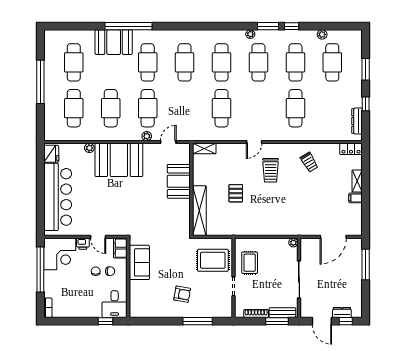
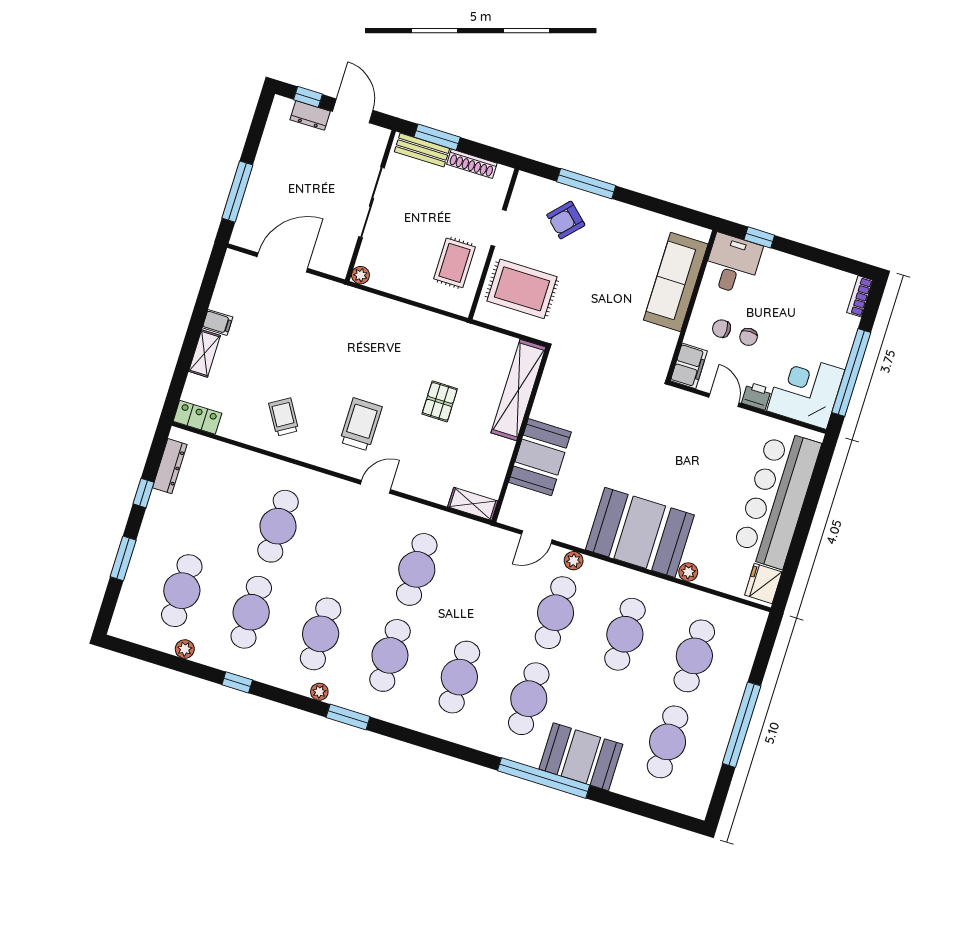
window: (268, 26) -> (348, 717), moved
sofa: (139, 262) -> (676, 282), moved, width x1.36
armchair: (182, 294) -> (566, 220), moved, turned -57

